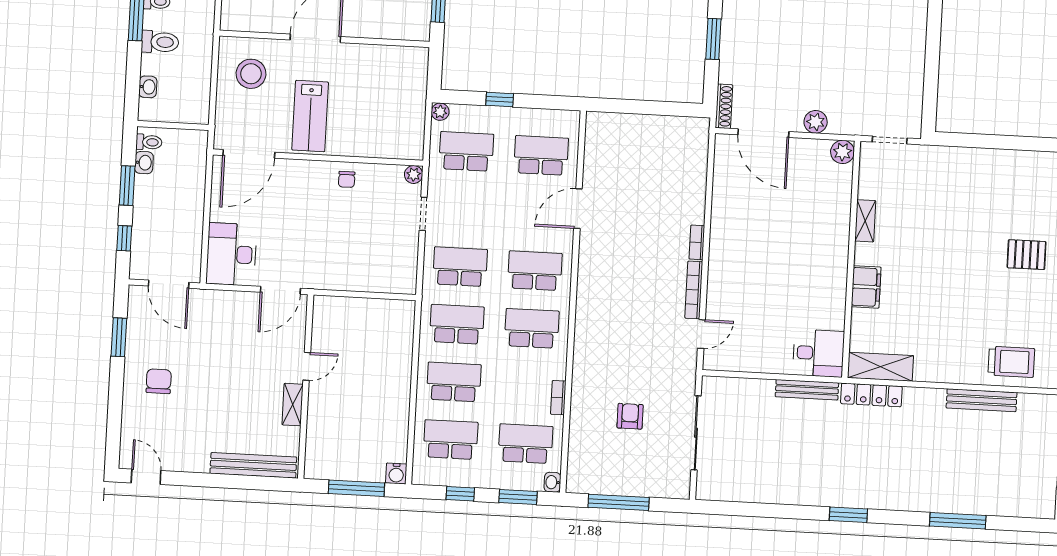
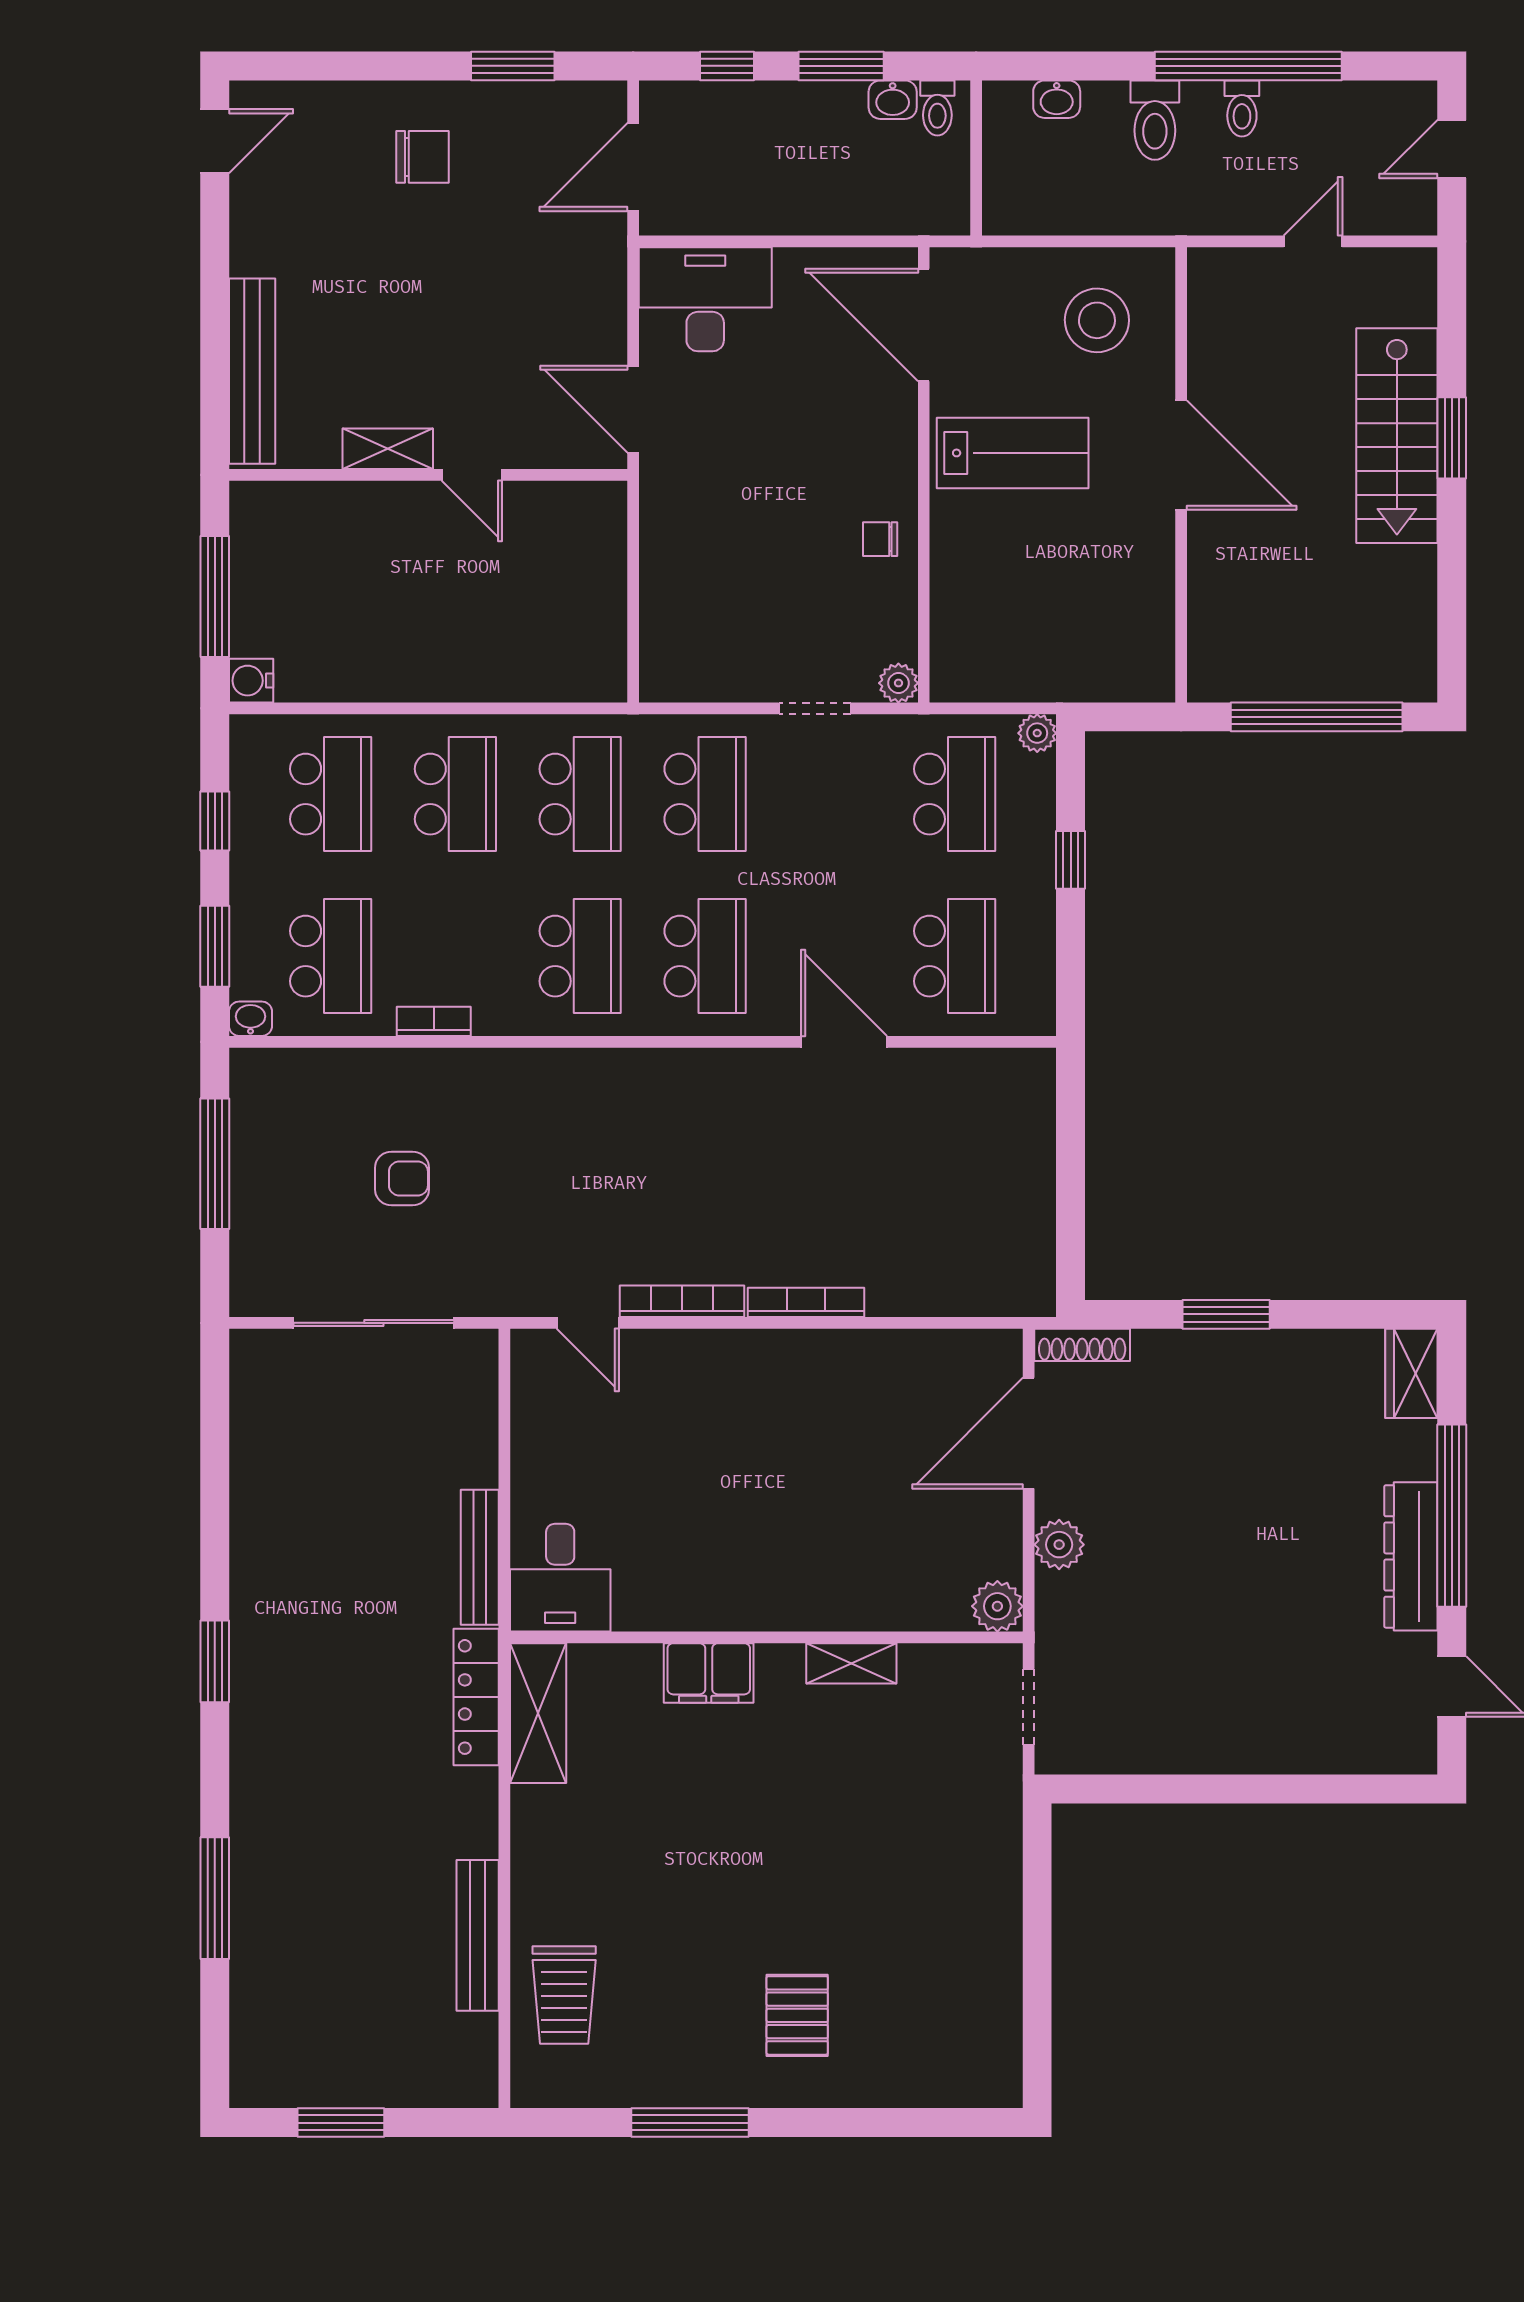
lab bench: (310, 116) -> (1013, 453), turned 180
bookcase: (697, 242) -> (806, 1302), width x1.56

